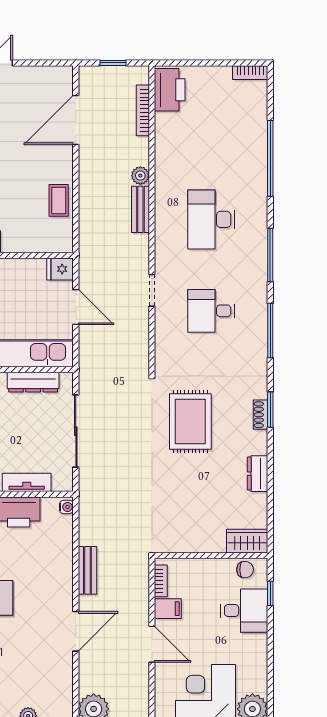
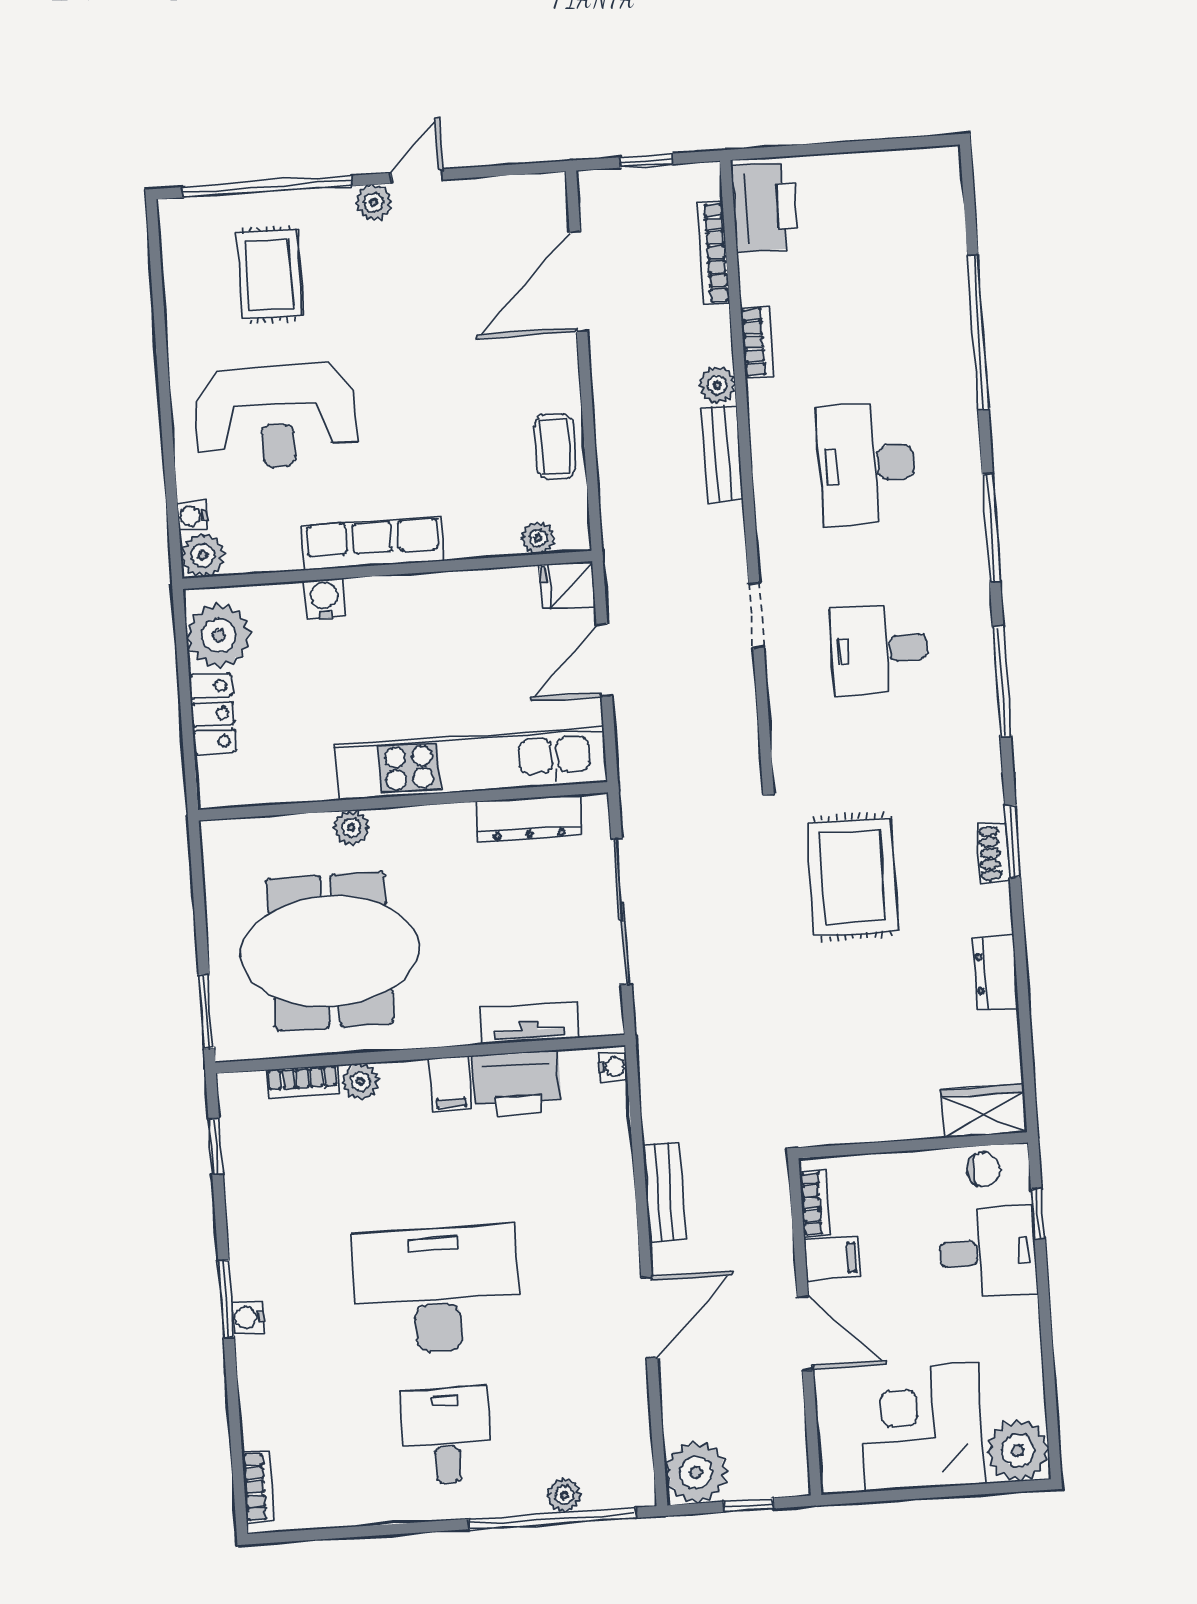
bookcase: (250, 73) -> (757, 342), moved, turned -90
plant: (47, 245) -> (538, 538), added
door: (76, 307) -> (604, 660), swing flipped

